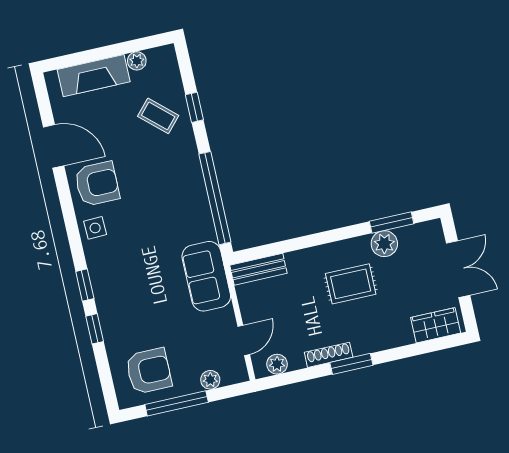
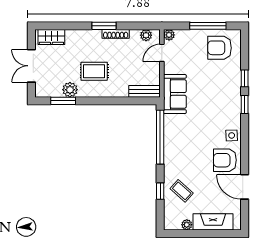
plant: (210, 380) -> (169, 35), moved

